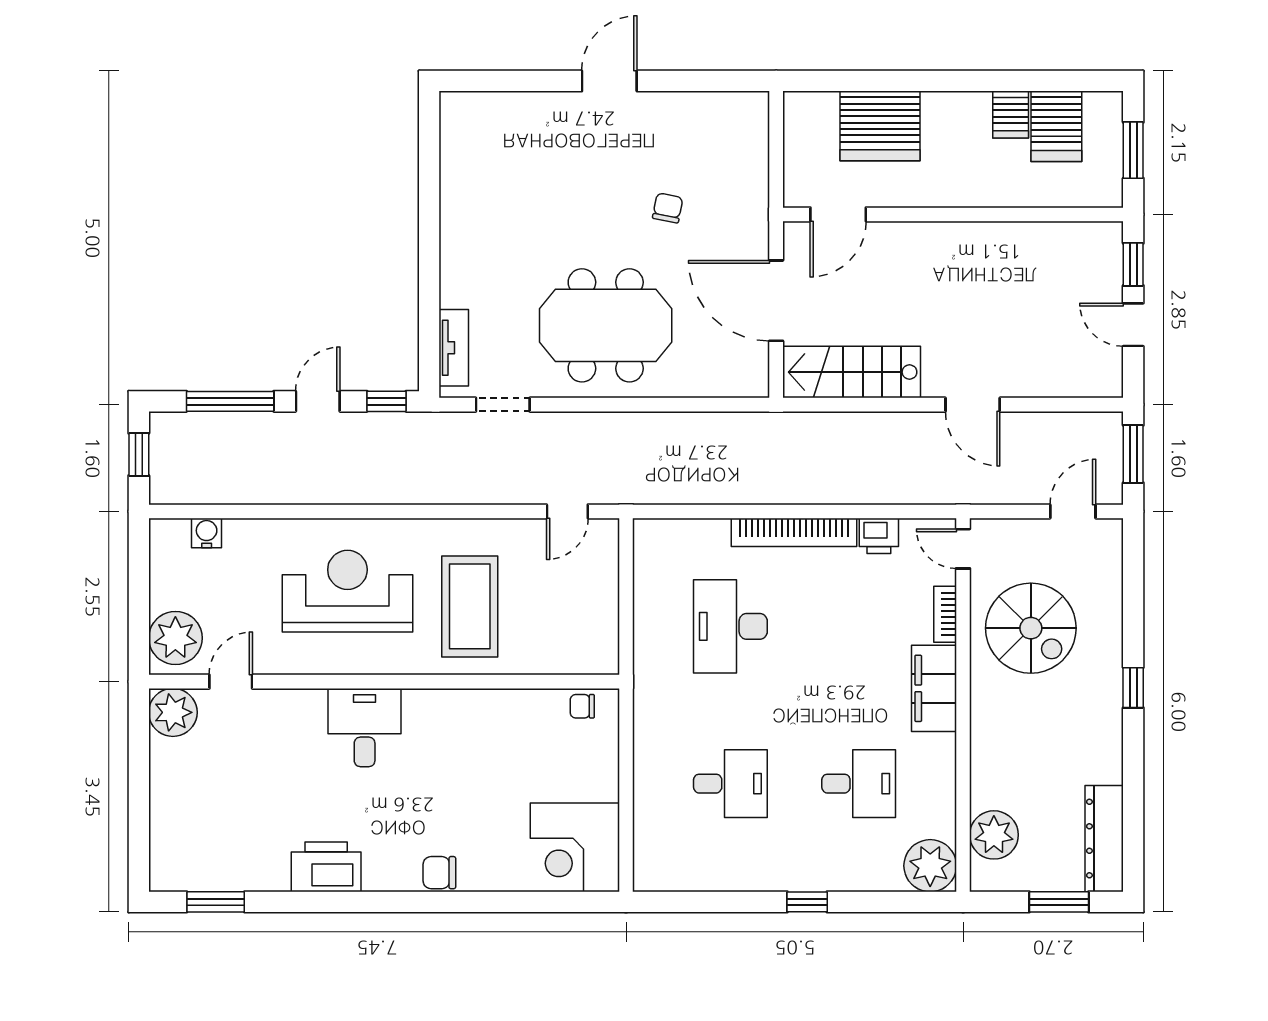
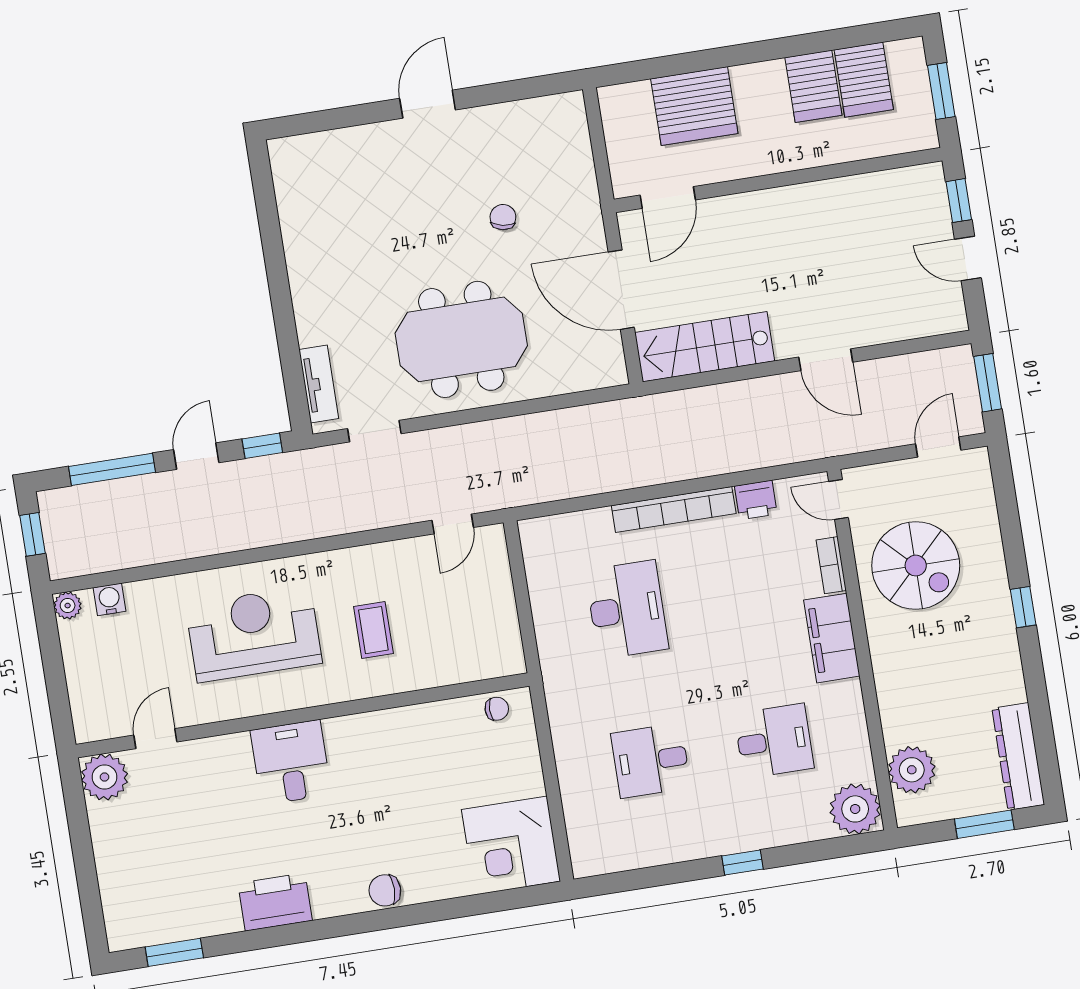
server rack: (1011, 115) -> (813, 86), width x1.36, depth x1.44
coffee table: (470, 606) -> (373, 630), width x0.54, depth x0.58
desk: (730, 626) -> (627, 610), turned 180
plant: (175, 638) -> (68, 606), moved, width x0.53, depth x0.53
chair: (582, 706) -> (497, 709), turned 180
desk: (730, 784) -> (651, 761), turned 180

